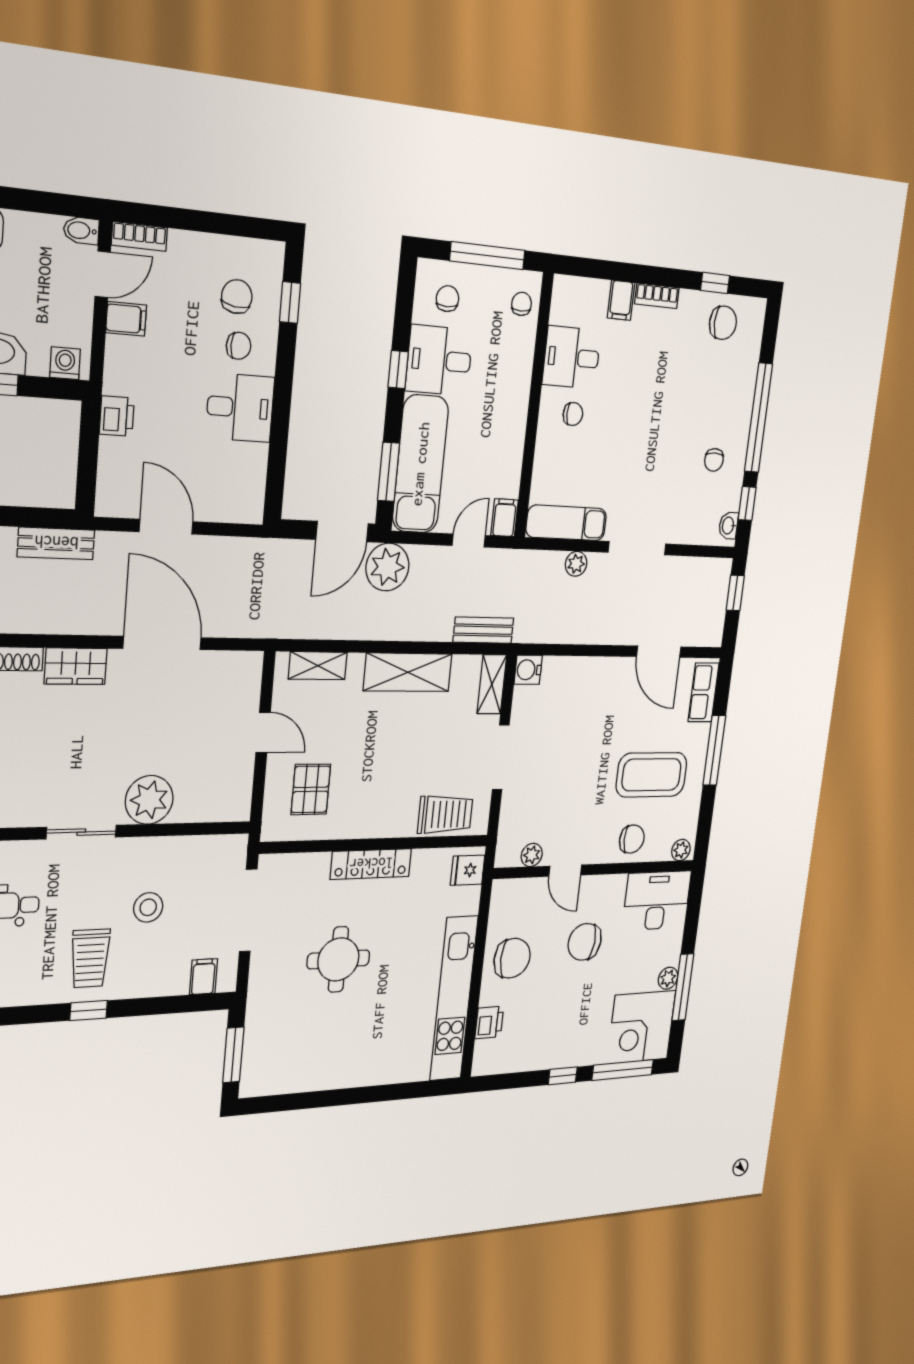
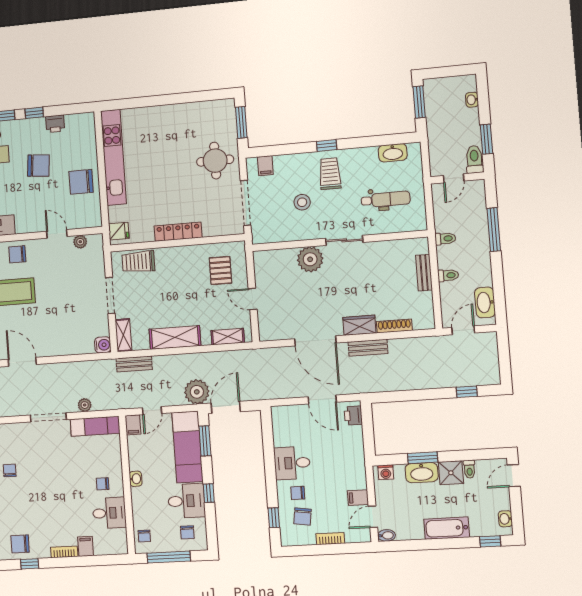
bookcase: (139, 236) -> (330, 539), moved
printer: (117, 416) -> (353, 416), moved
washbasin: (517, 416) -> (136, 479), added
bench: (56, 543) -> (368, 348), moved
chair: (585, 942) -> (38, 166), moved
round table: (338, 959) -> (215, 161), moved
printer: (489, 1022) -> (55, 124), moved, turned -90

